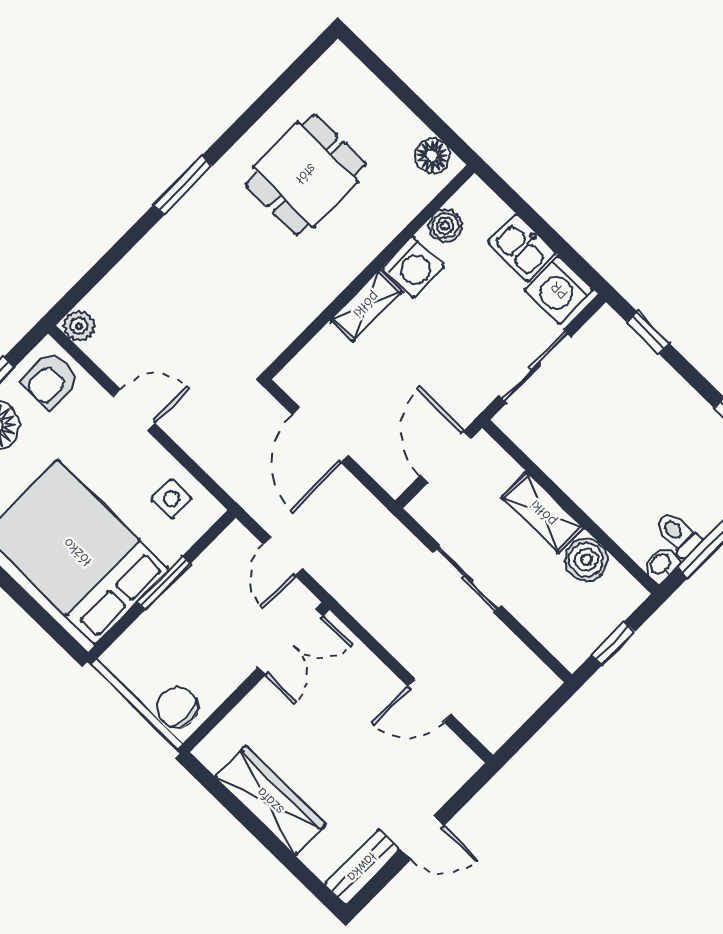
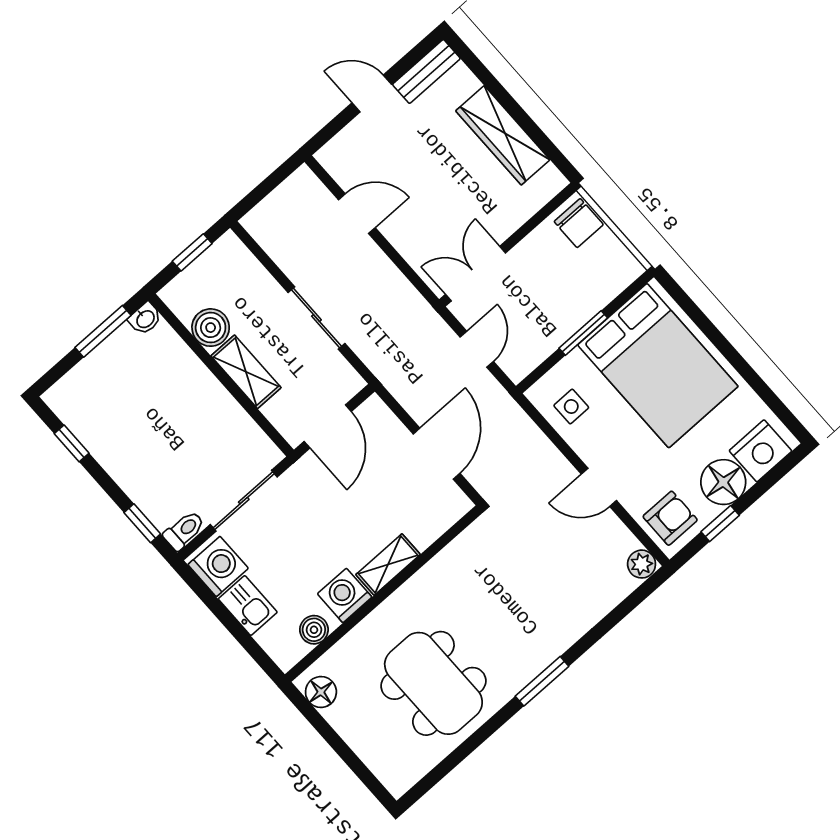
dining table: (306, 174) -> (433, 683), width x1.38
toilet: (678, 534) -> (184, 530), moved, turned -90

